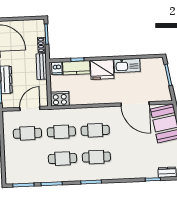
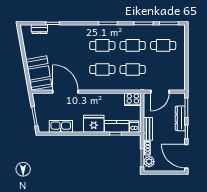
plant: (39, 30) -> (149, 162), added
kitchen sink: (127, 66) -> (61, 126), moved
cafe table: (27, 133) -> (163, 45), moved

